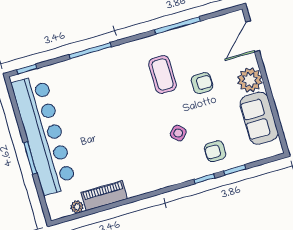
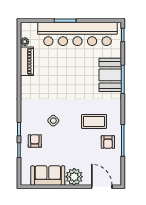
booth: (89, 71) -> (110, 75), added
armchair: (202, 83) -> (108, 142), moved

